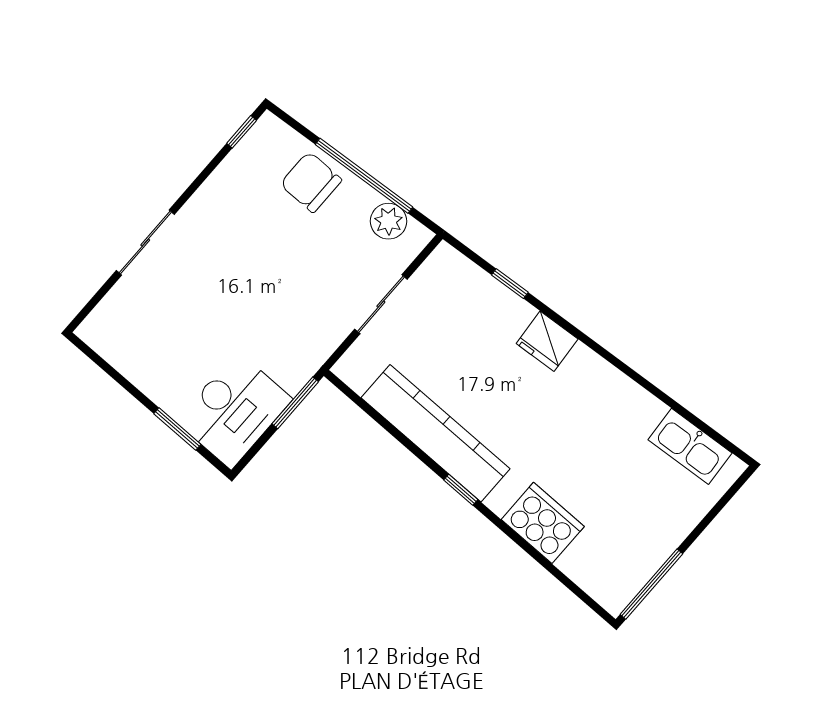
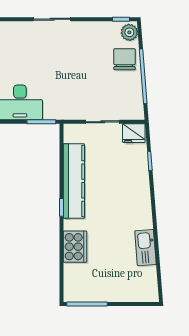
plant: (389, 221) -> (129, 32), moved
fridge: (547, 341) -> (134, 133), moved, turned -85
kitchen sink: (690, 446) -> (145, 248), moved

